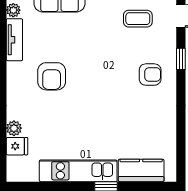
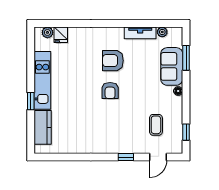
armchair: (150, 75) -> (110, 91), moved
plant: (14, 128) -> (47, 32), moved

